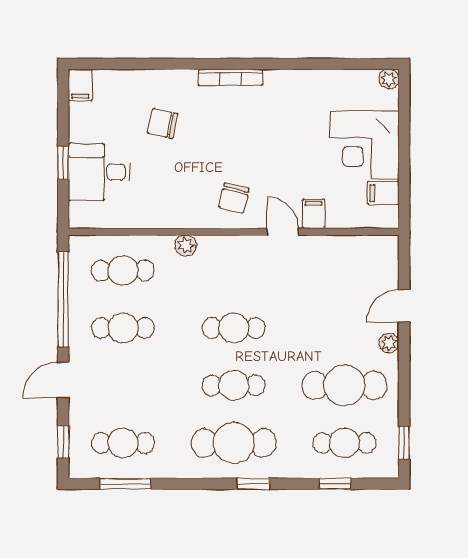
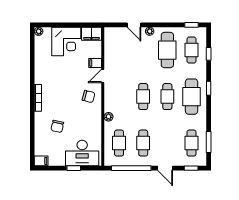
desk: (99, 172) -> (82, 153), width x1.37
filing cabinet: (383, 193) -> (91, 34), width x2.00

